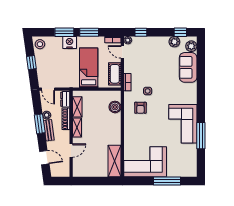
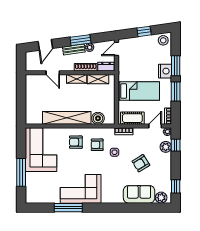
plant: (174, 42) -> (166, 147), moved
armchair: (158, 66) -> (141, 163), added
armchair: (138, 128) -> (76, 142), added
shelving: (115, 161) -> (67, 118), moved, width x1.47

